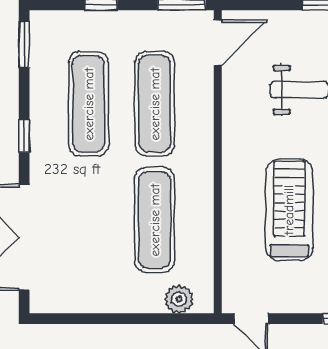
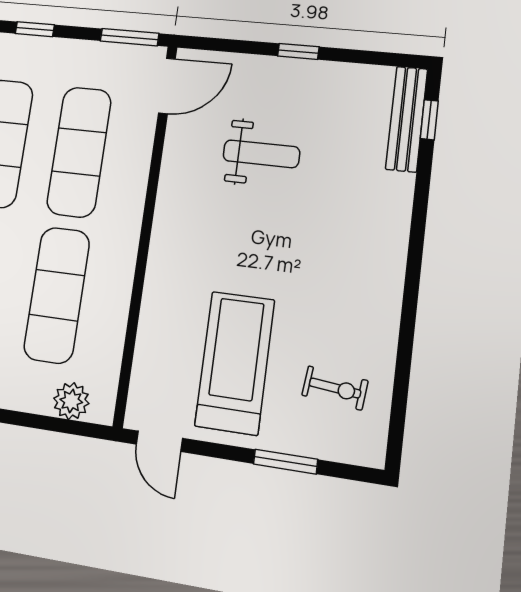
treadmill: (289, 210) -> (235, 363), moved

